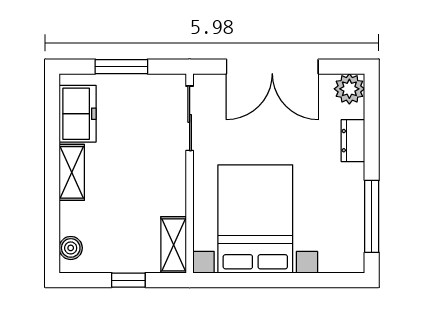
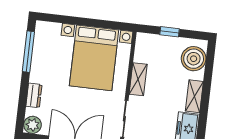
shelving: (174, 245) -> (138, 79), moved
boiler: (71, 248) -> (194, 59), width x1.86, depth x1.86

